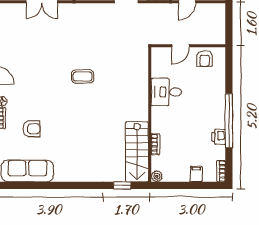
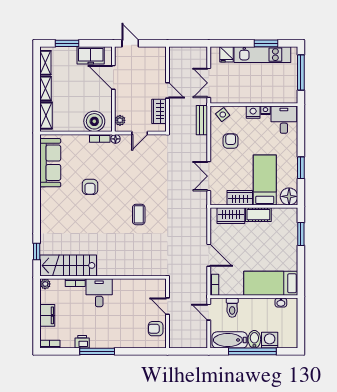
desk: (166, 92) -> (99, 293), moved
window: (229, 121) -> (97, 351), width x0.68
armchair: (31, 129) -> (90, 187), moved
filing cabinet: (196, 174) -> (47, 315), width x2.00

